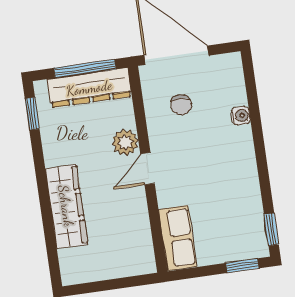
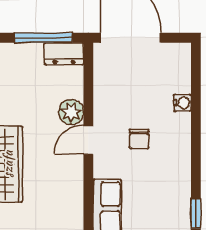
dresser: (89, 88) -> (64, 54), width x0.51, depth x0.80
chair: (181, 105) -> (139, 139), moved

